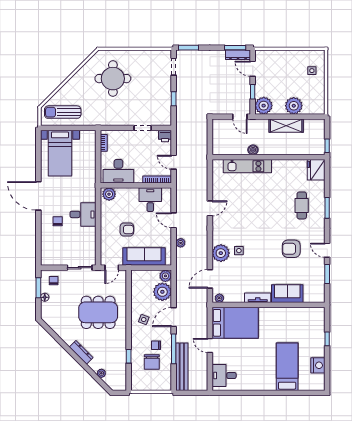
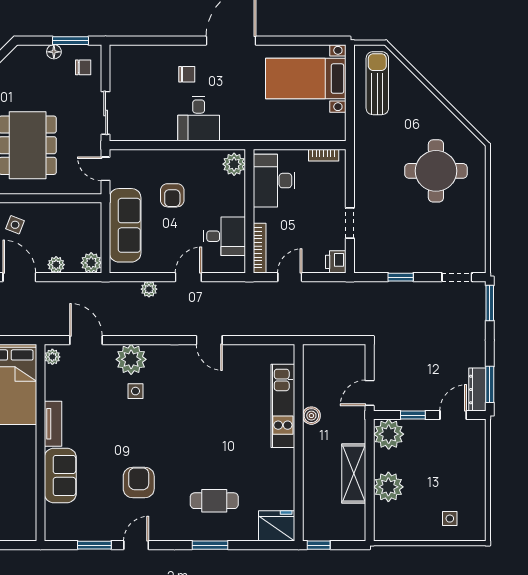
plant: (162, 292) -> (56, 265), width x0.53, depth x0.53

